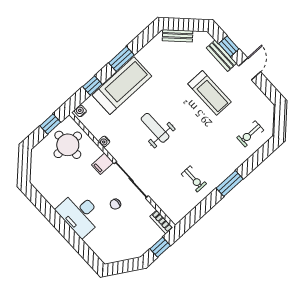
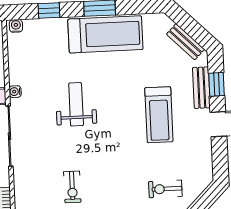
bench: (178, 36) -> (185, 42), moved
treadmill: (122, 86) -> (105, 34), moved
water cooler: (104, 142) -> (15, 92), moved

